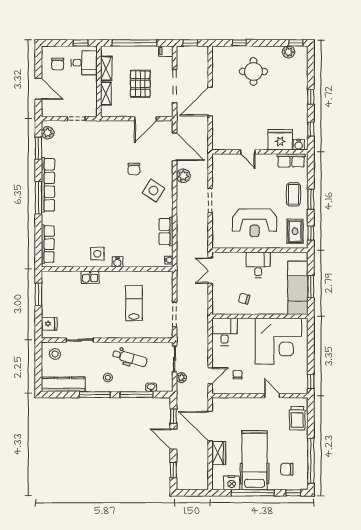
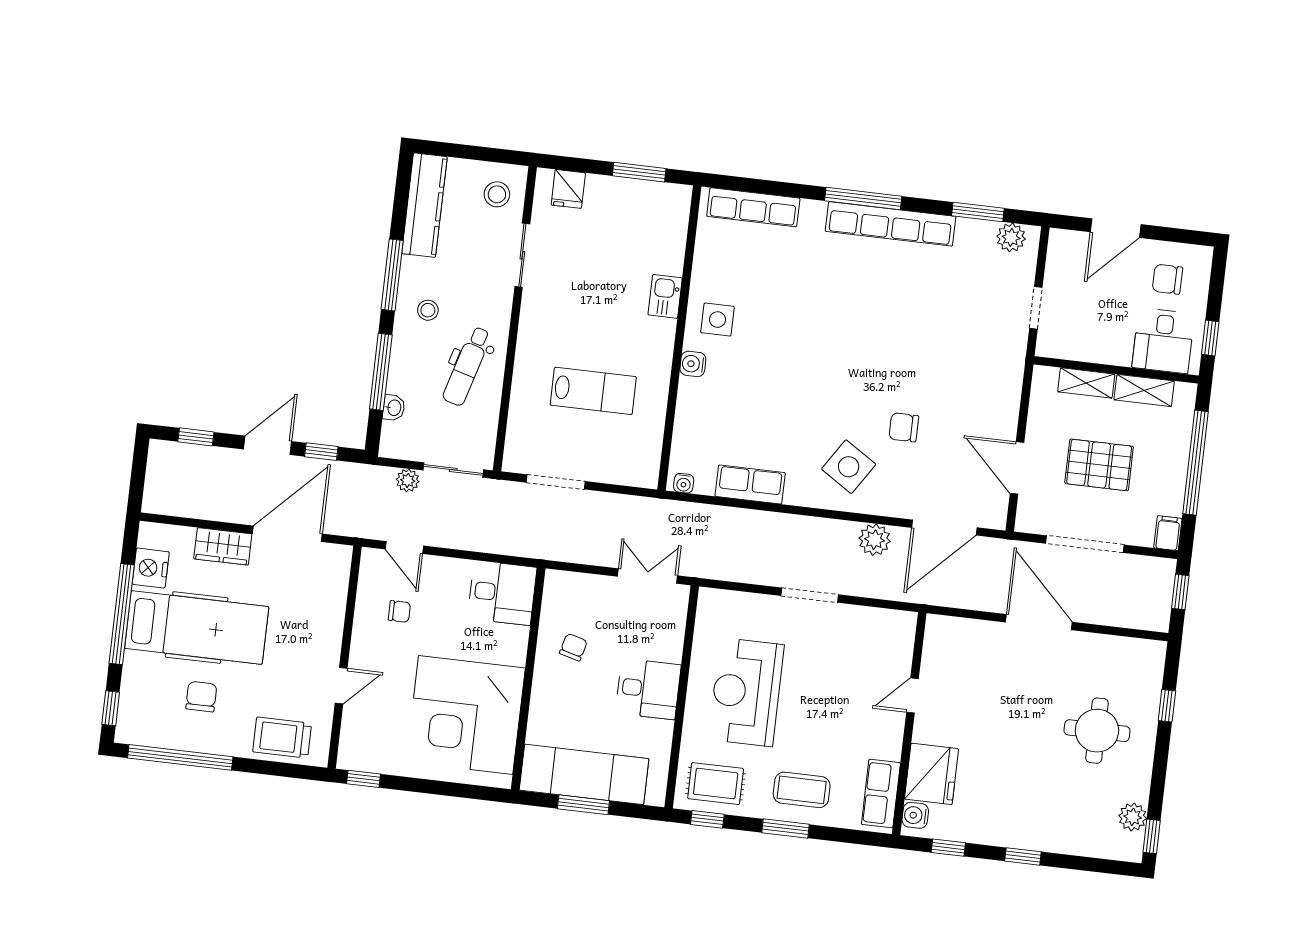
chair: (287, 469) -> (201, 697), moved

